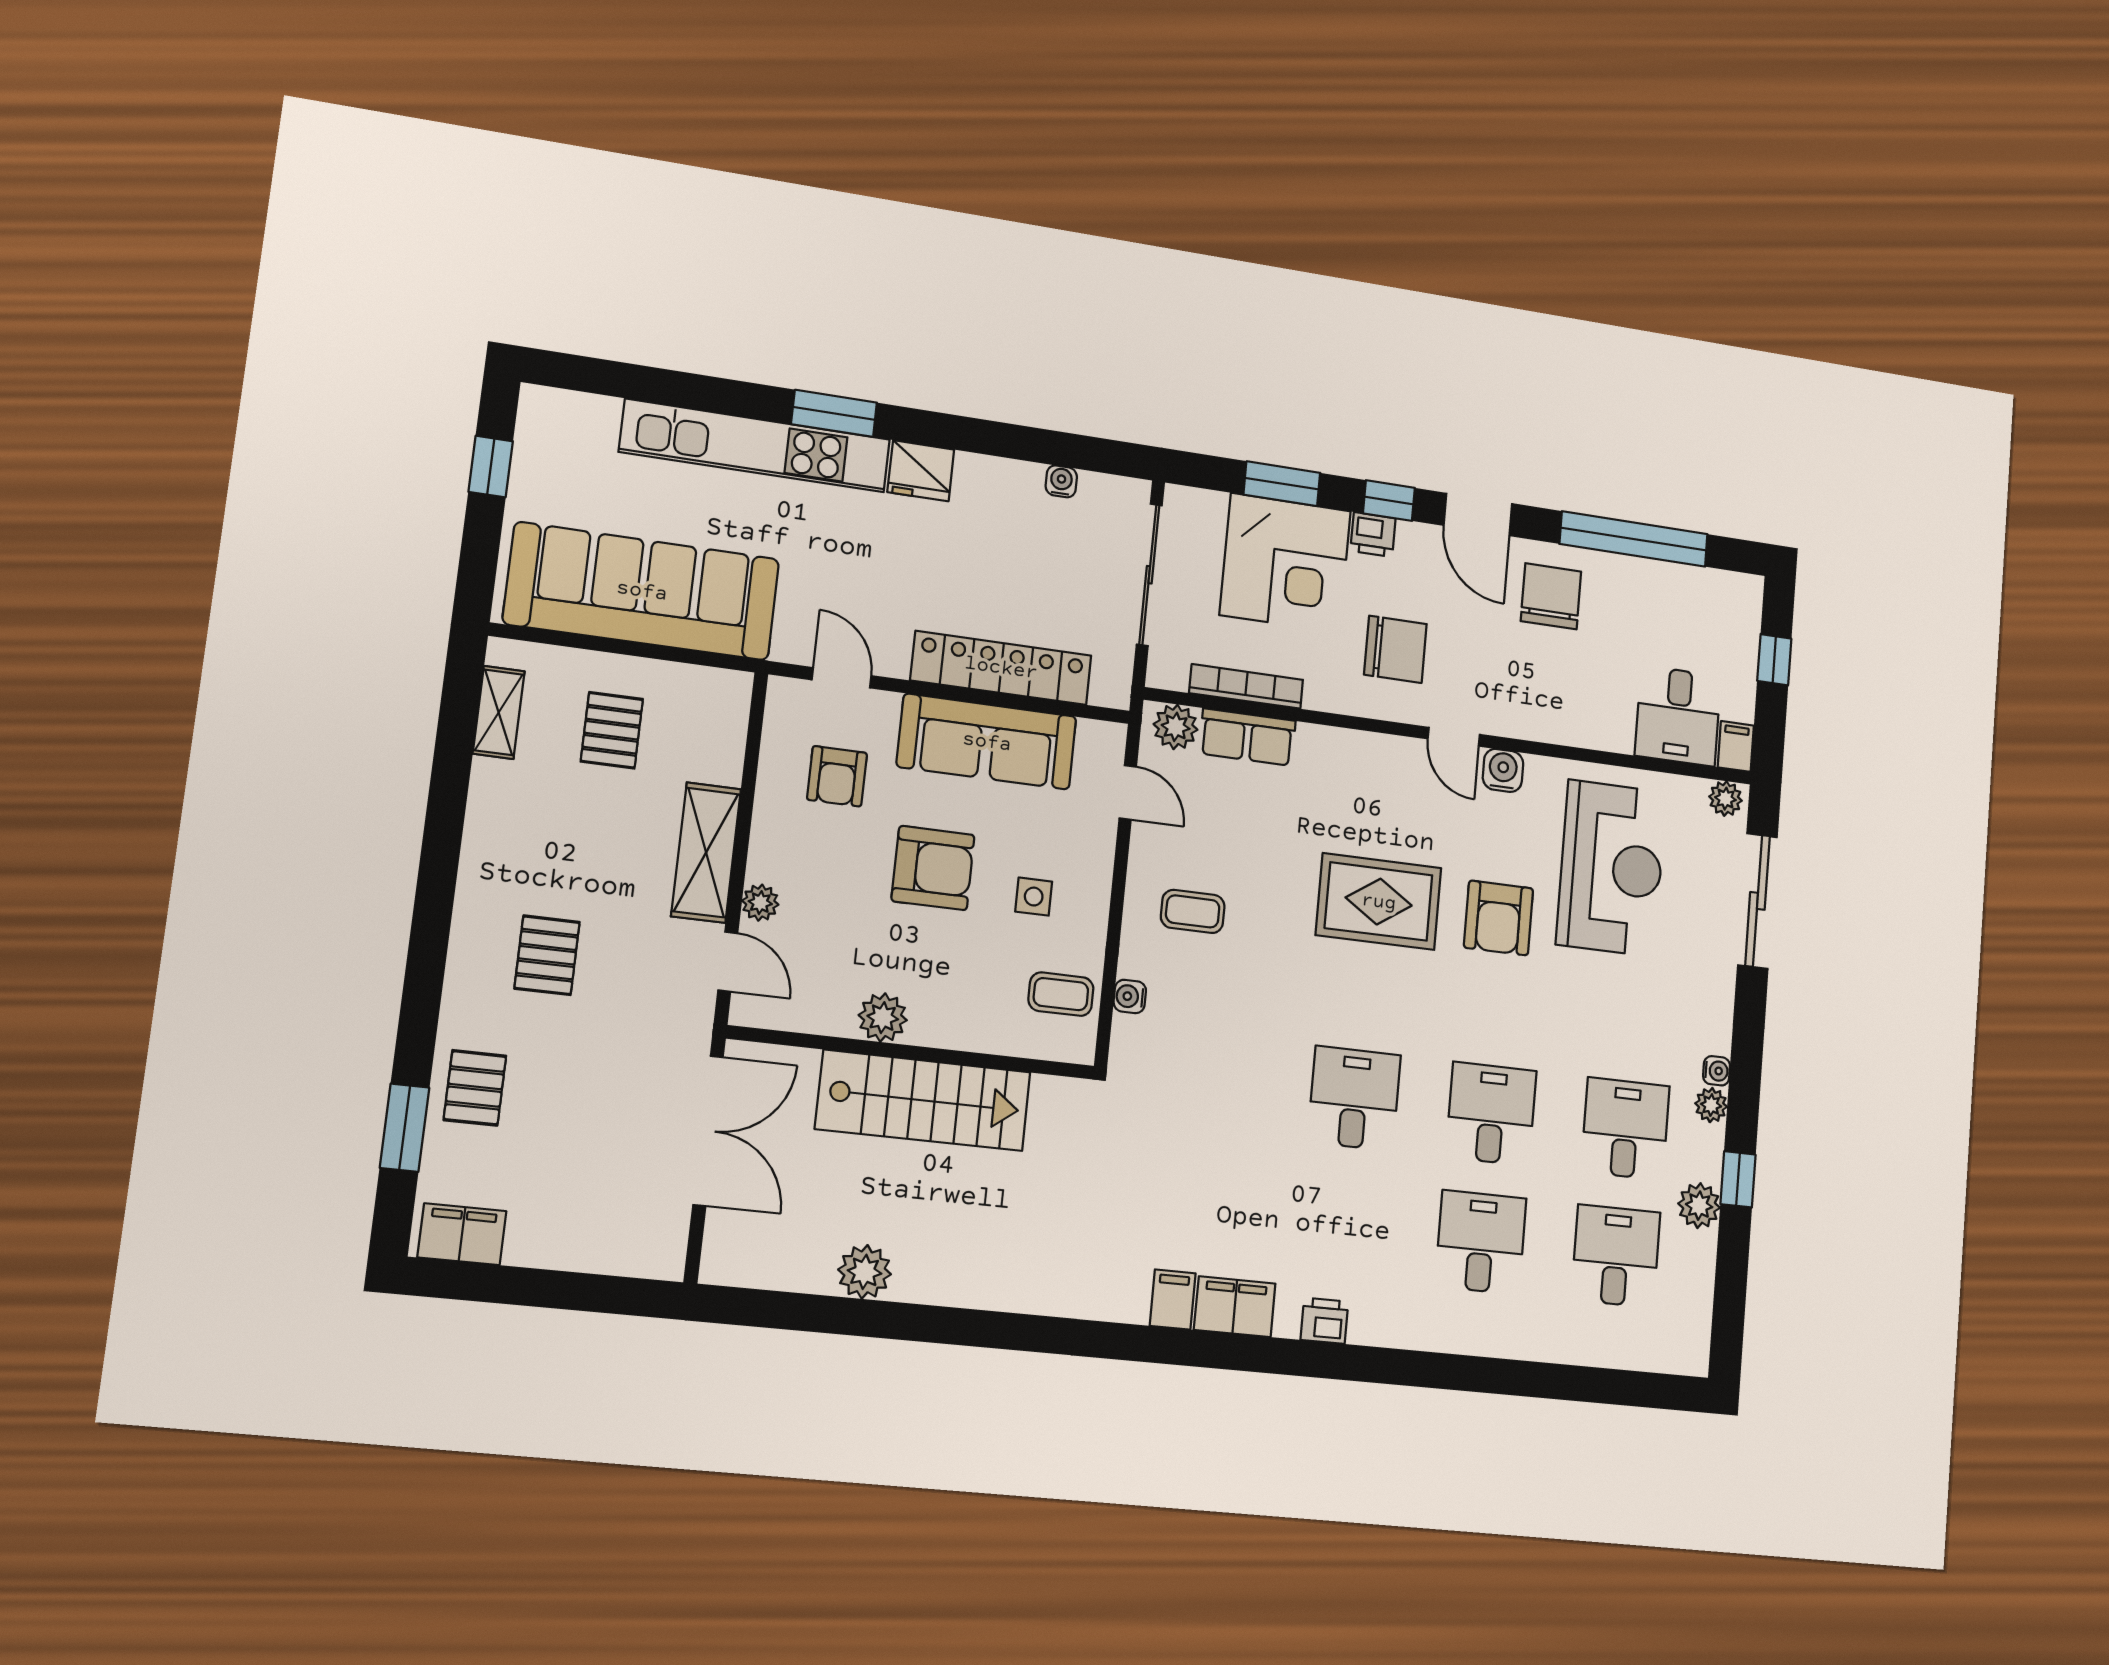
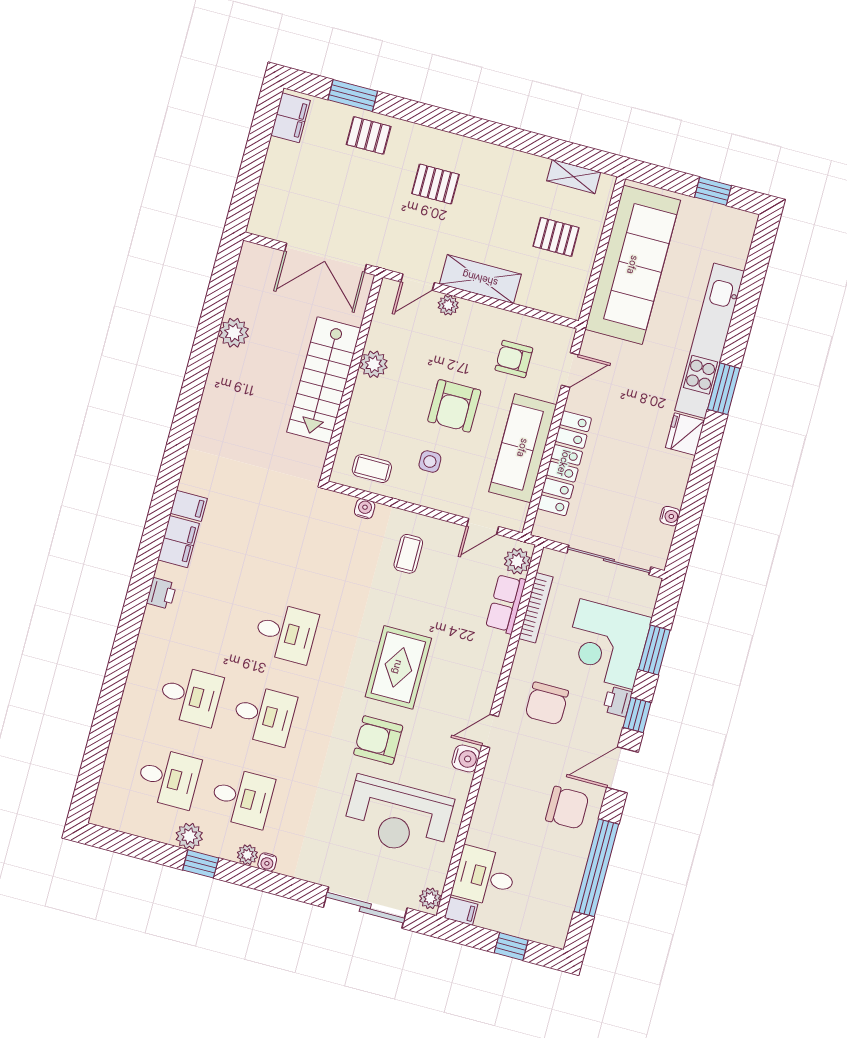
coffee table: (1061, 994) -> (372, 469), turned 90

